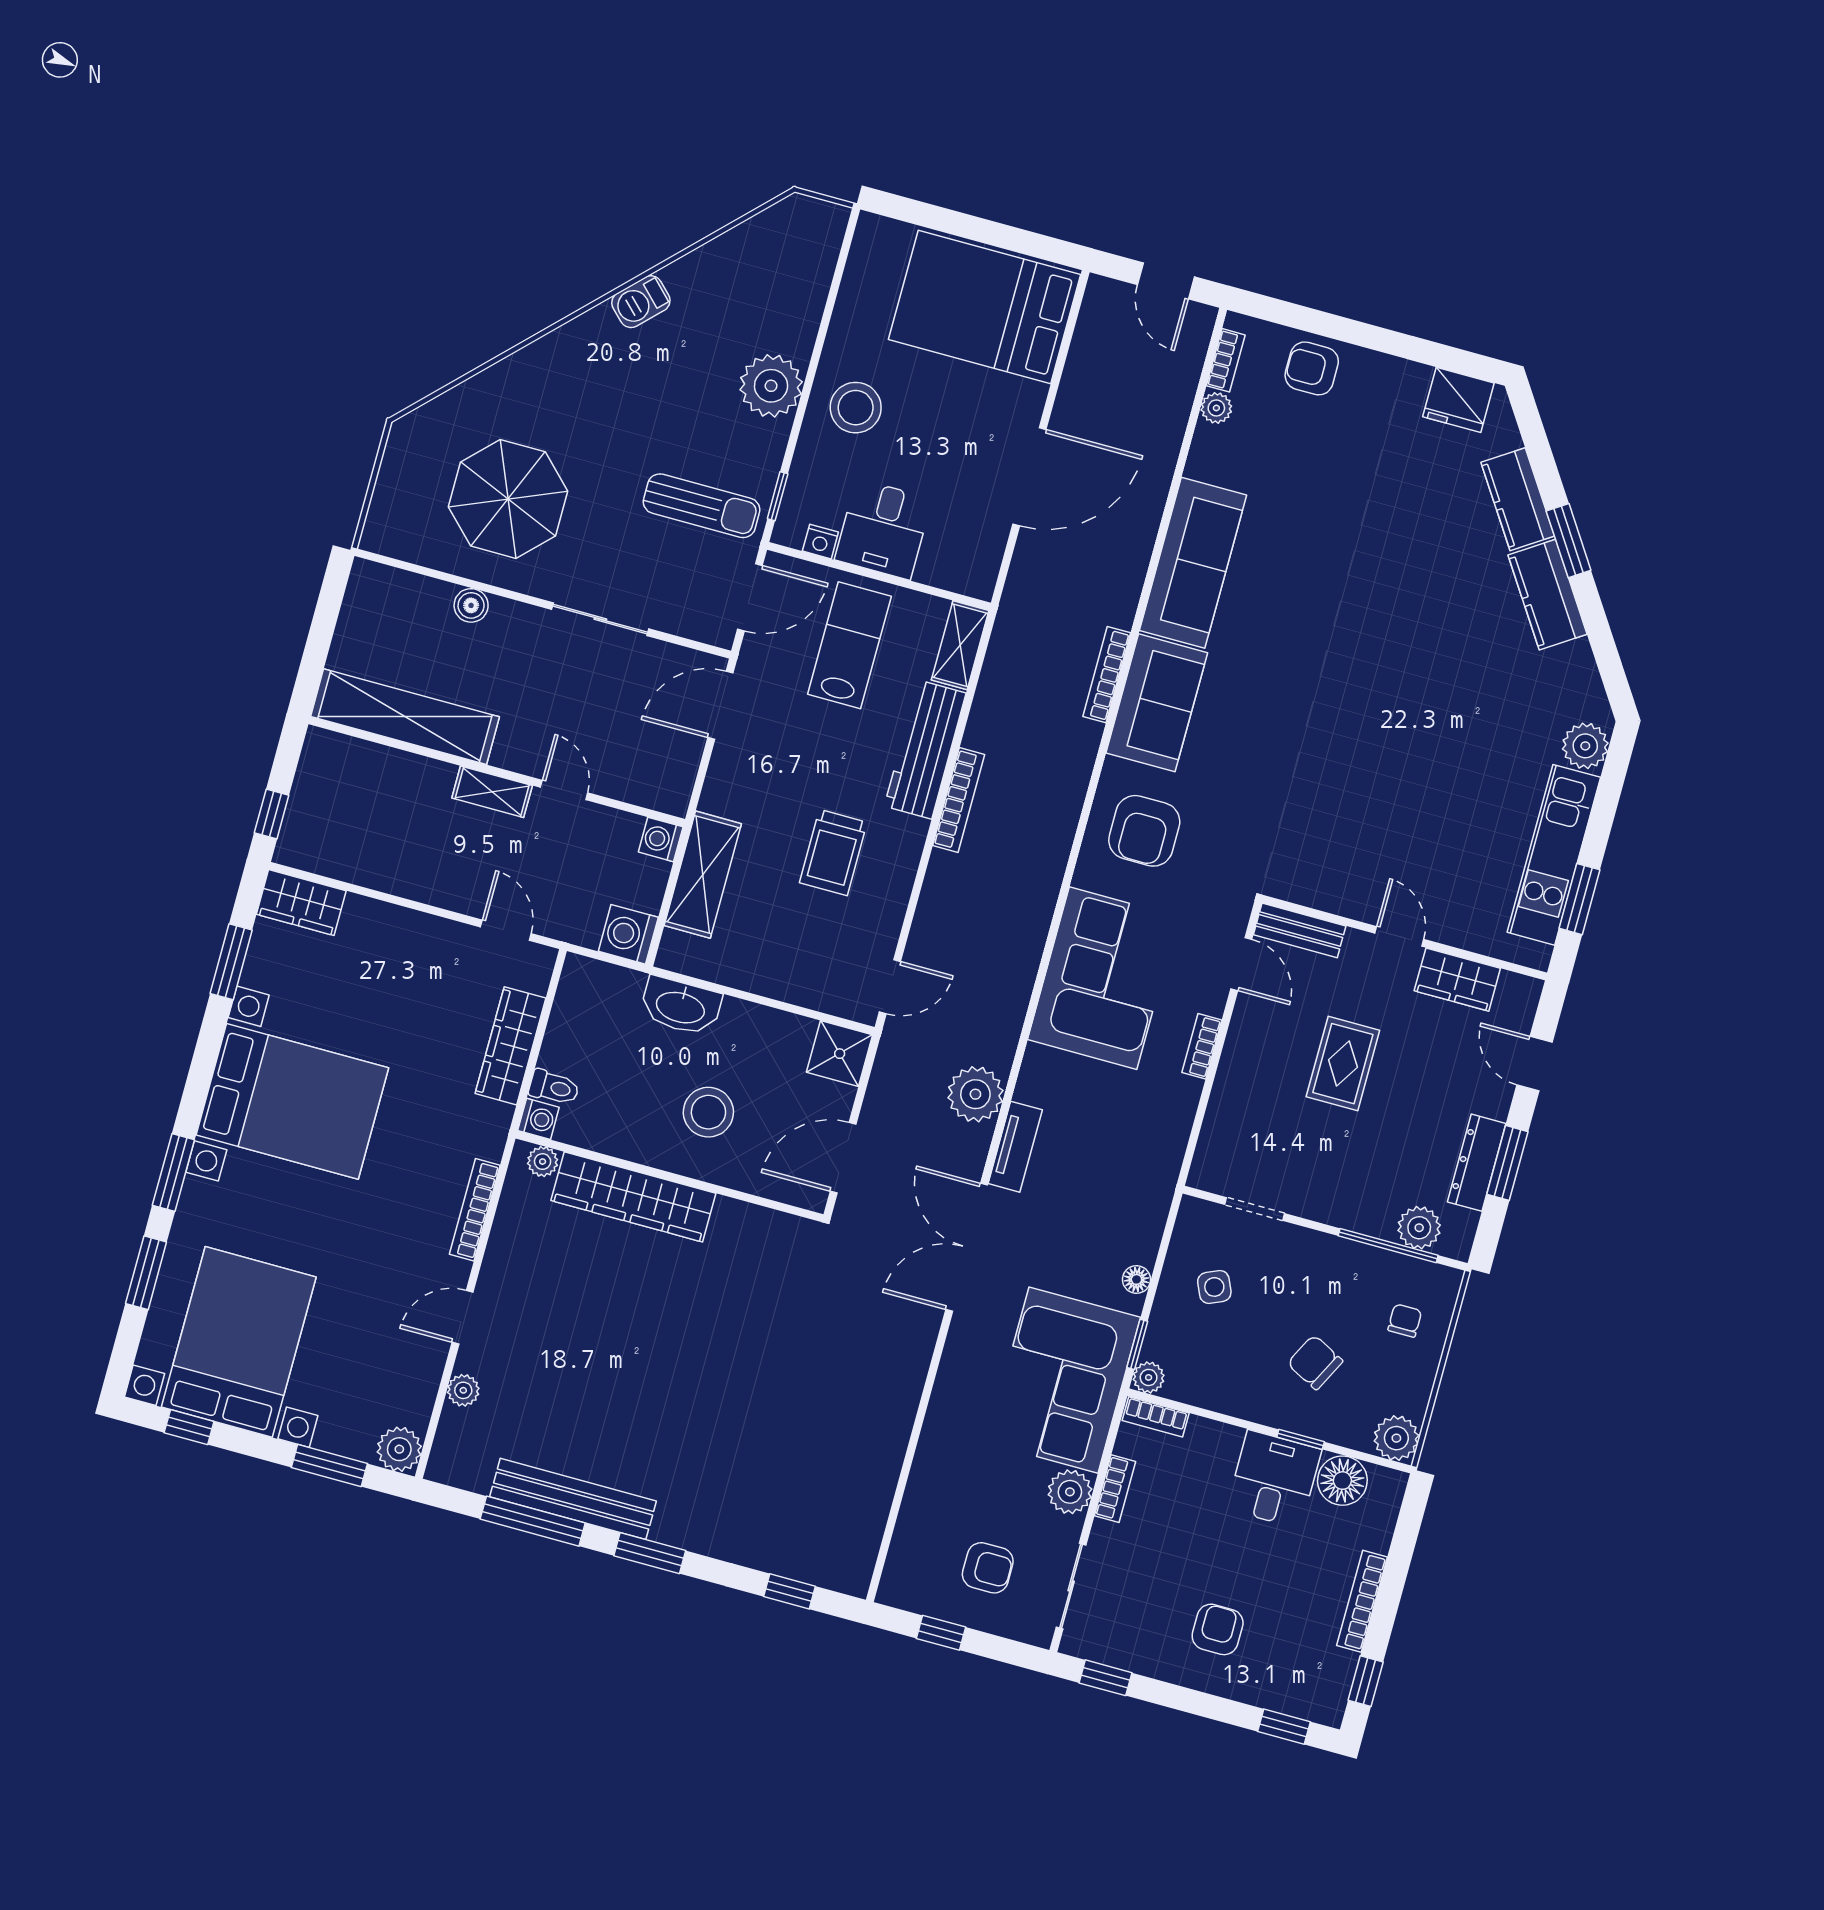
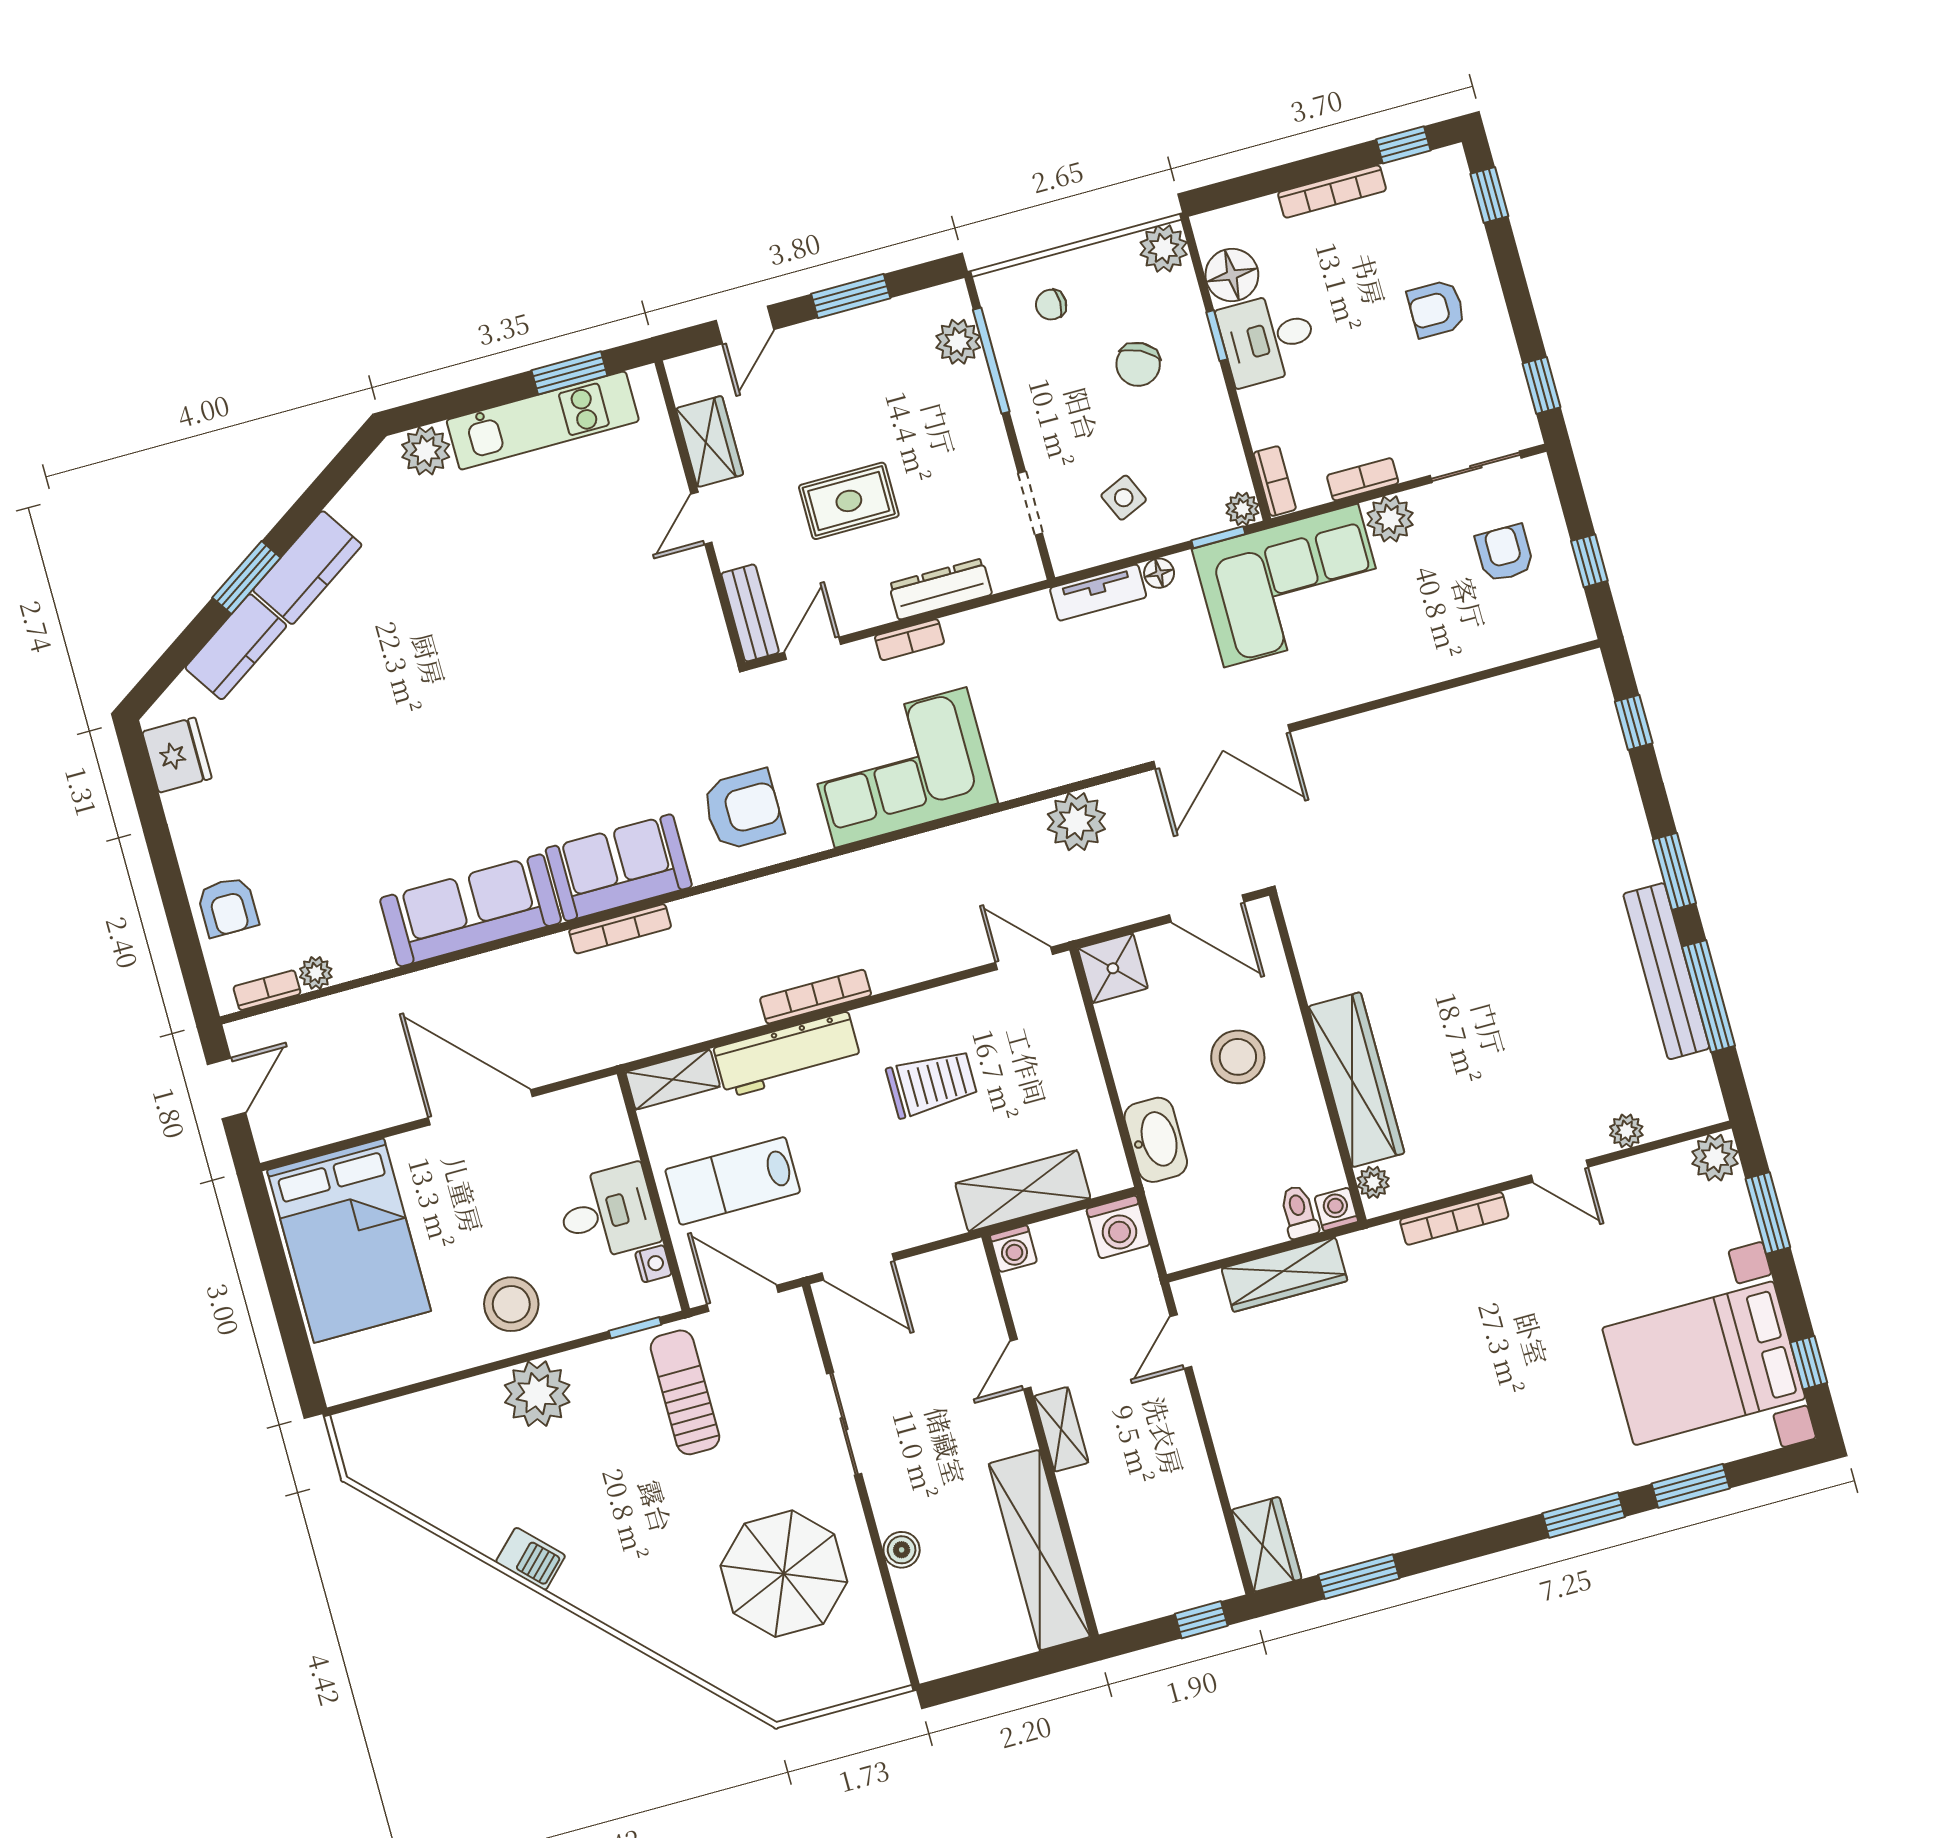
bed with nightstands: (292, 1101) -> (1454, 1445), removed
tv unit: (1015, 1147) -> (1098, 593), moved, turned 180
dresser: (1477, 1163) -> (940, 589), moved, turned 180

